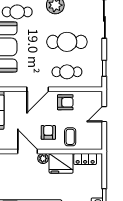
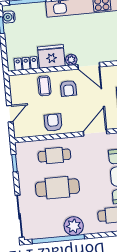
door: (38, 89) -> (95, 133), moved
armchair: (65, 102) -> (53, 122), turned 90

